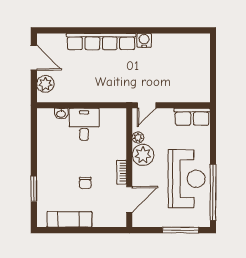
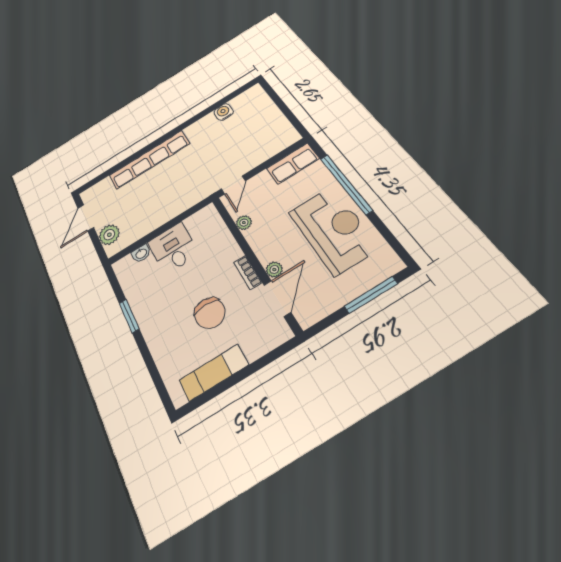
water cooler: (144, 40) -> (224, 112), moved
door: (34, 58) -> (86, 218), swing flipped
plant: (143, 155) -> (274, 270), moved, width x0.53, depth x0.53
chair: (85, 183) -> (210, 313), width x1.87, depth x1.87
window: (34, 189) -> (129, 316), moved
window: (213, 192) -> (346, 184), moved

